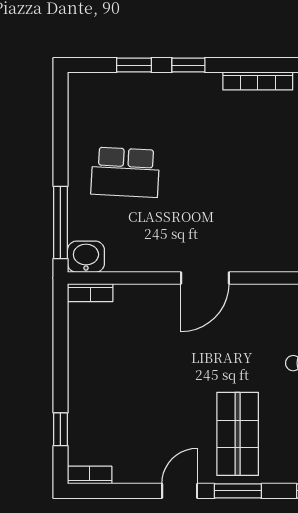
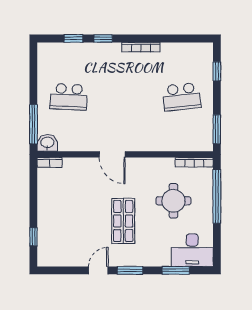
door: (205, 278) -> (112, 154), hinge flipped
shop shelf: (238, 434) -> (123, 221), moved
bookcase: (90, 475) -> (49, 262), removed

